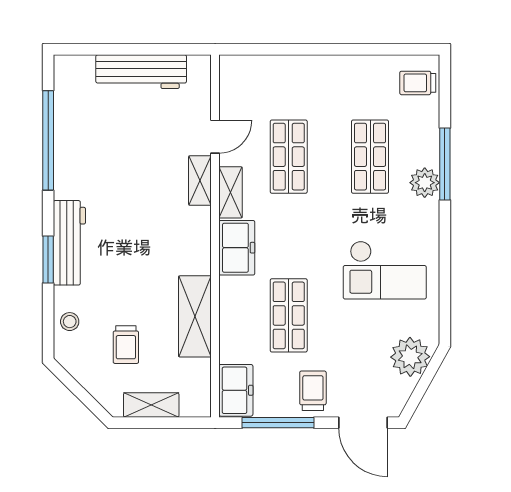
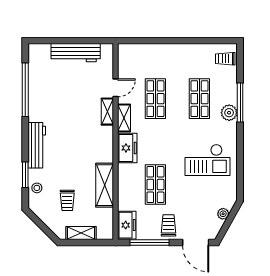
window: (48, 260) -> (25, 175), moved
plant: (410, 357) -> (223, 214), width x0.53, depth x0.53

